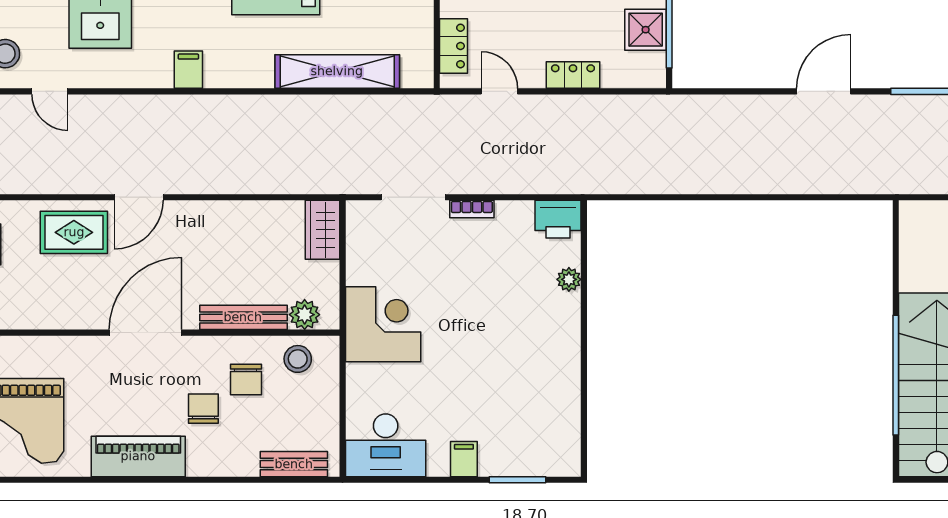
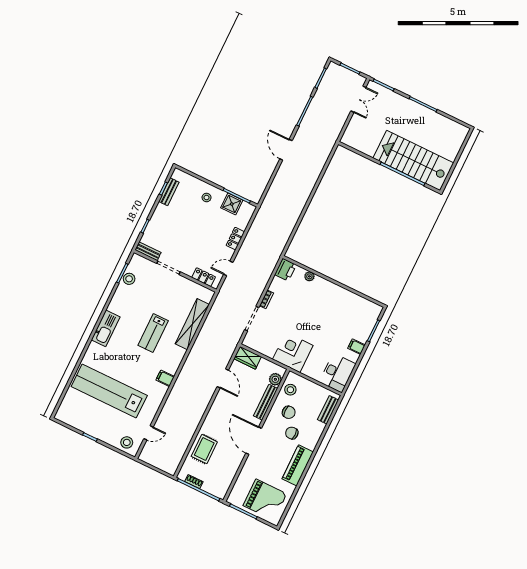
door: (139, 197) -> (223, 378), moved

